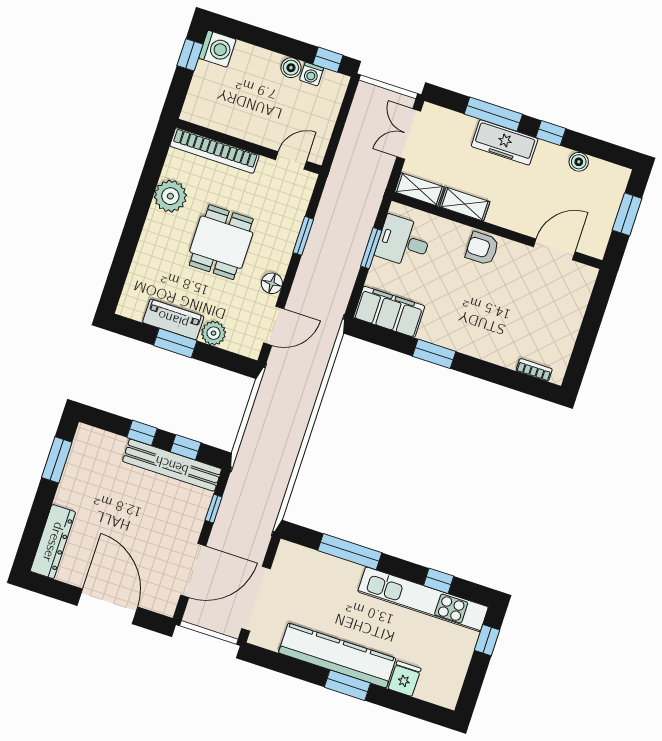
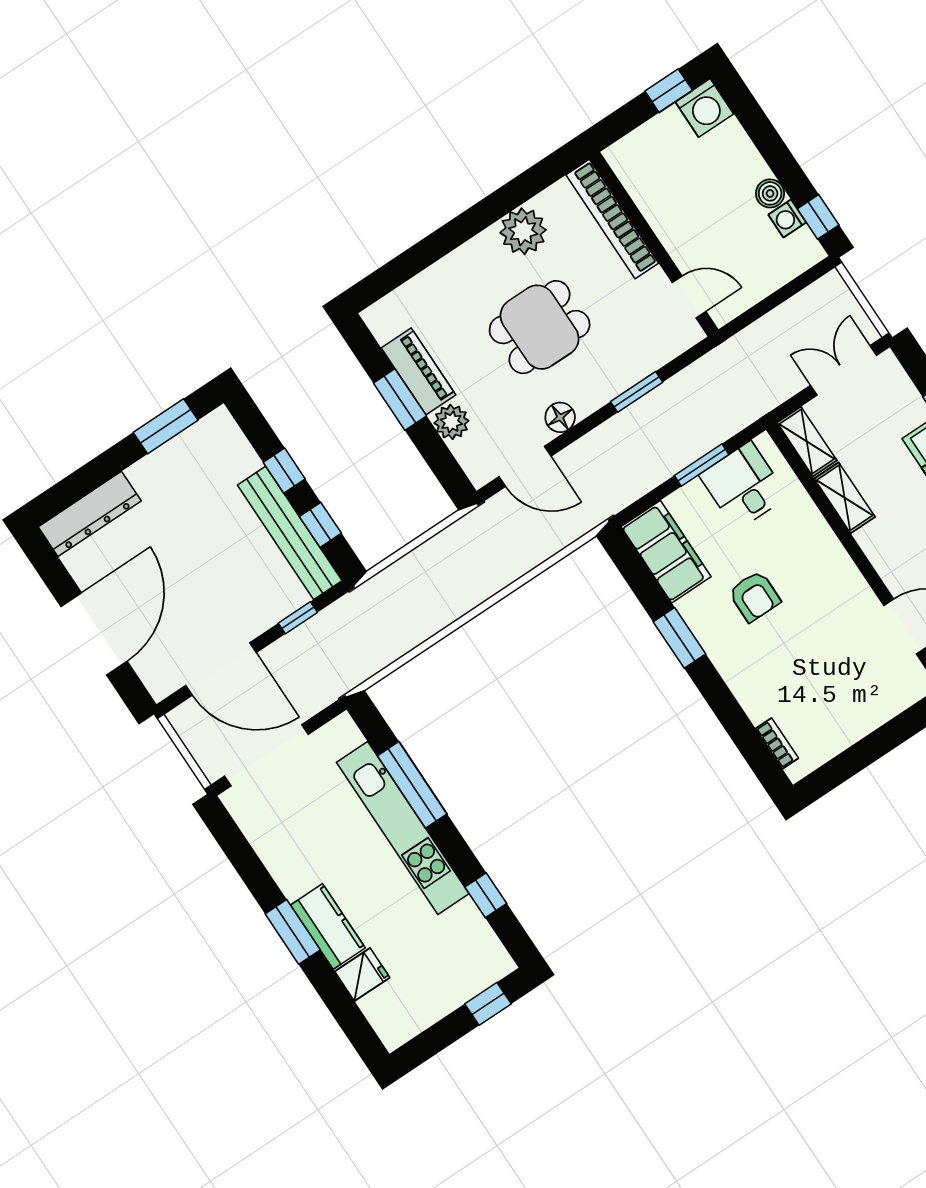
armchair: (482, 248) -> (754, 596), moved, turned 180
kitchen unit: (423, 599) -> (403, 828), moved
kitchen counter: (337, 656) -> (328, 926), width x0.48, depth x0.86

